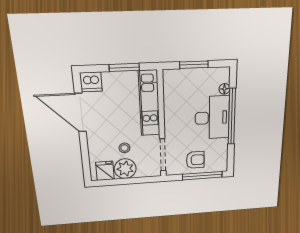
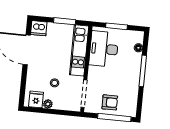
window: (232, 117) -> (143, 71), width x0.68
desk: (212, 118) -> (104, 49), moved, turned 180
plant: (125, 169) -> (48, 104), width x0.53, depth x0.53

